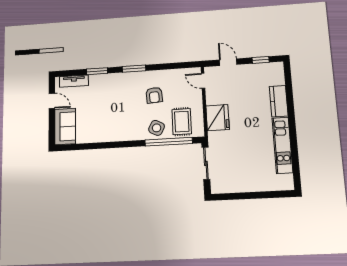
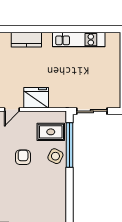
armchair: (154, 95) -> (23, 157), turned -86
kitchen counter: (279, 101) -> (26, 40), moved
fridge: (218, 118) -> (36, 98), moved

